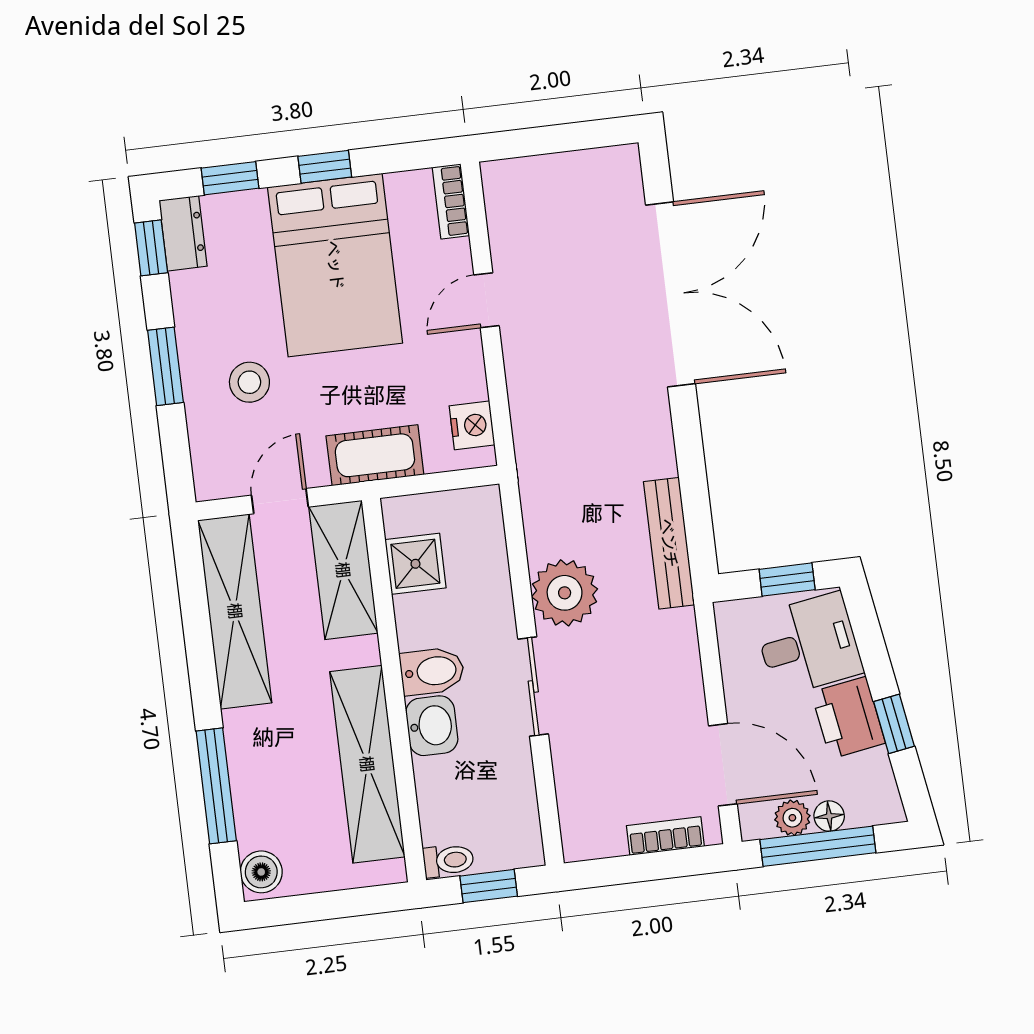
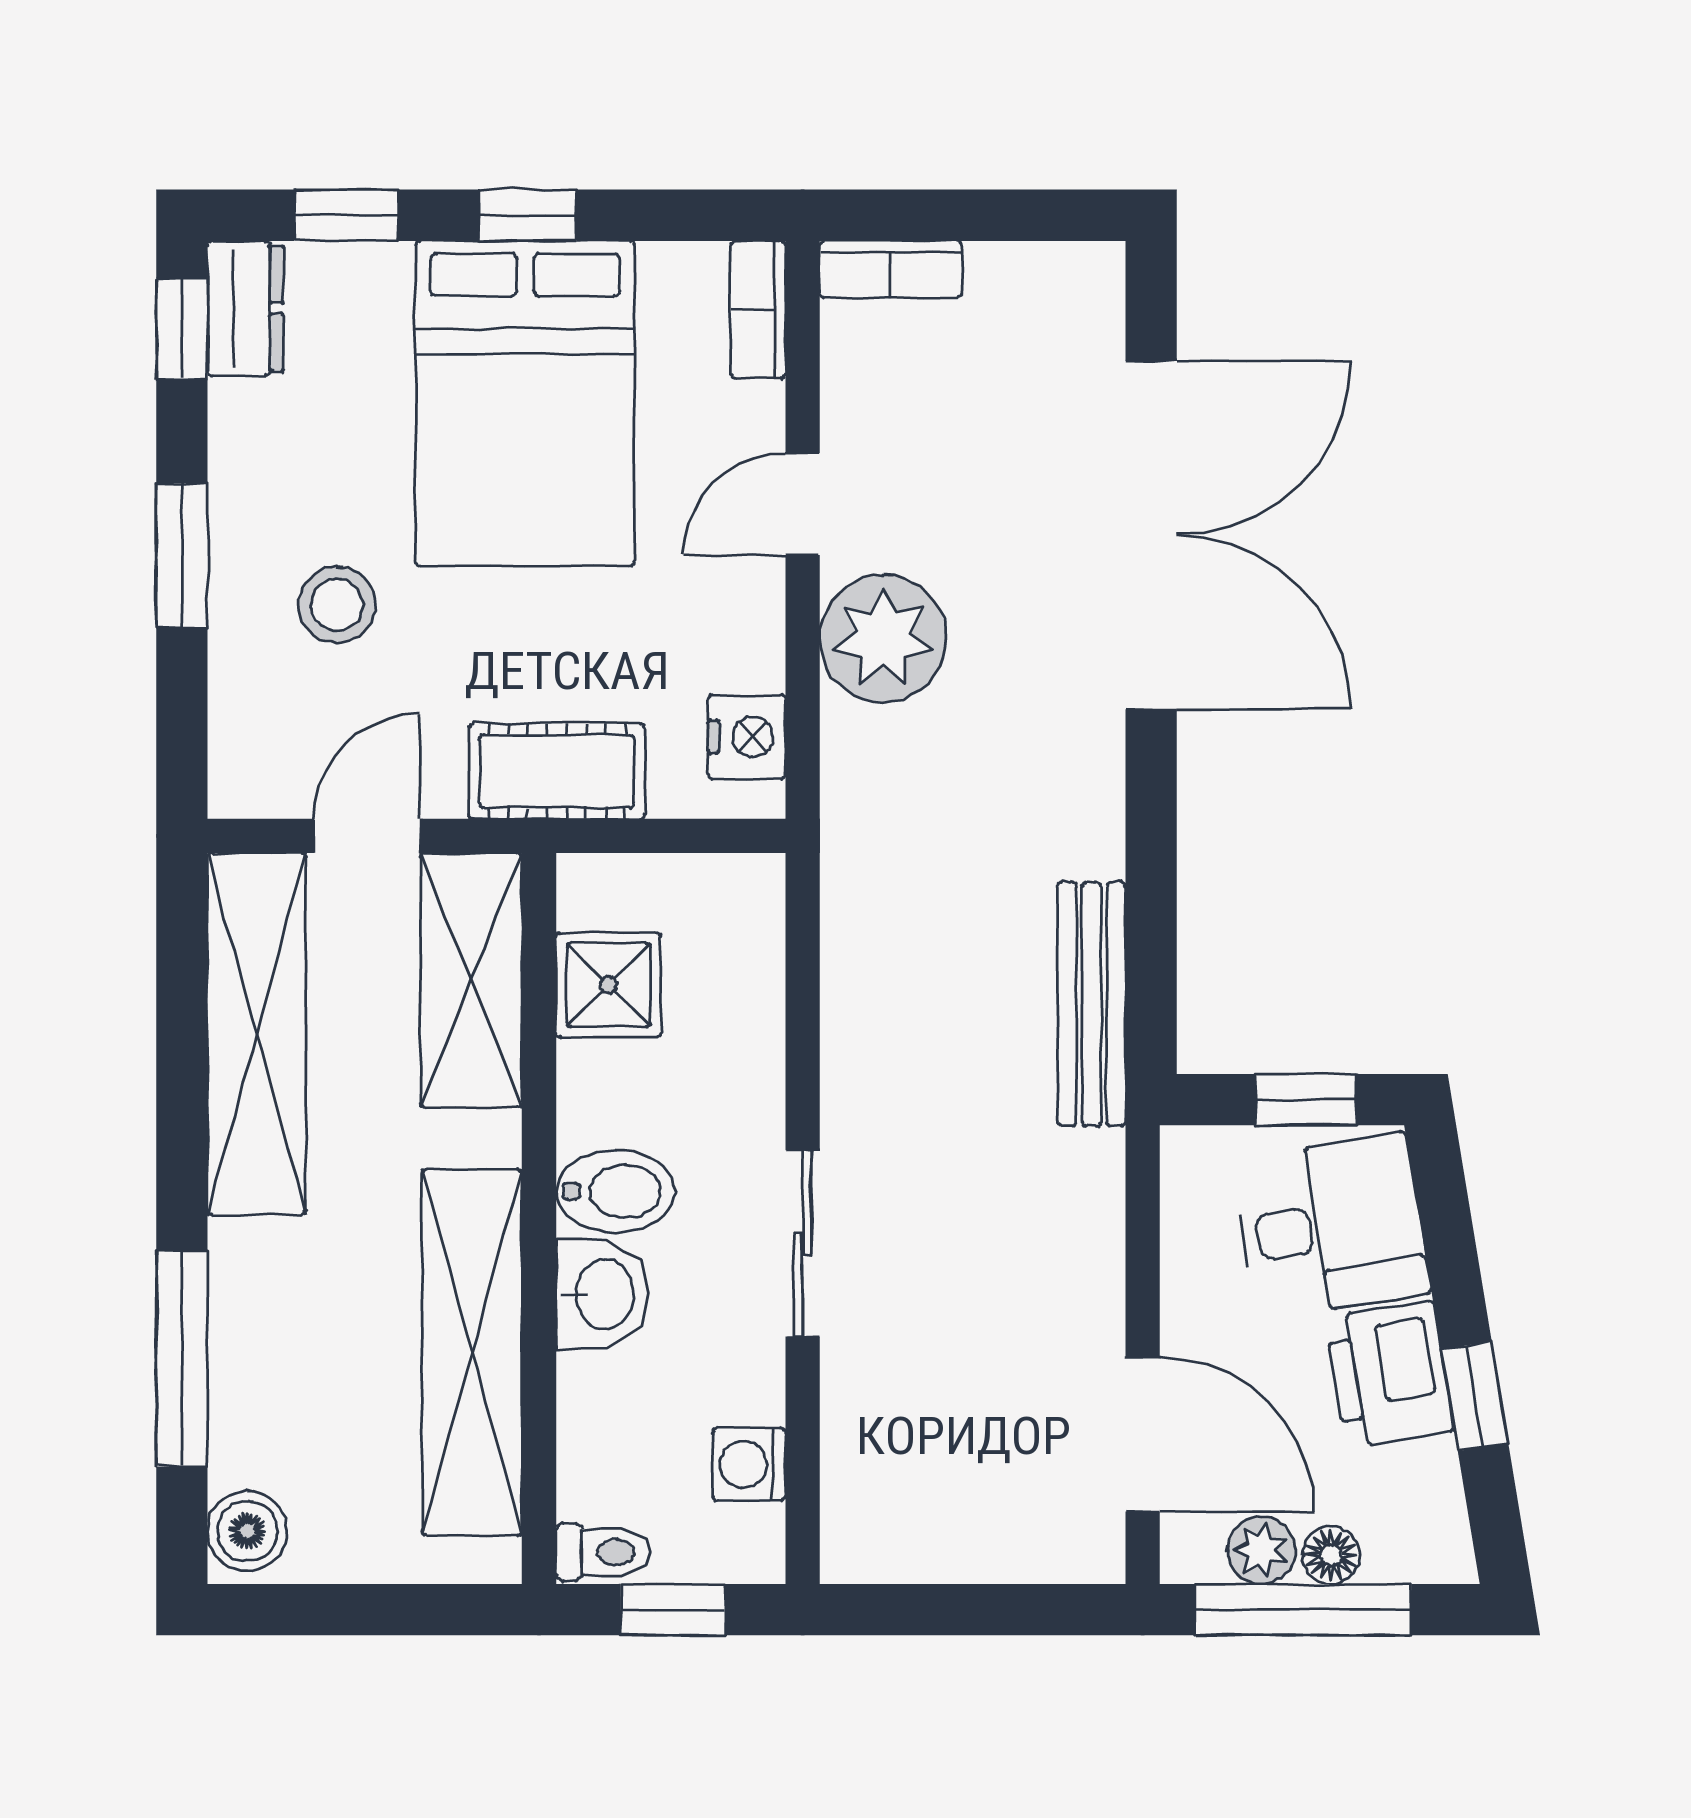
plant: (565, 593) -> (883, 639), moved
washing machine: (519, 805) -> (749, 1464), added
bookcase: (665, 836) -> (891, 269), moved, turned 180

